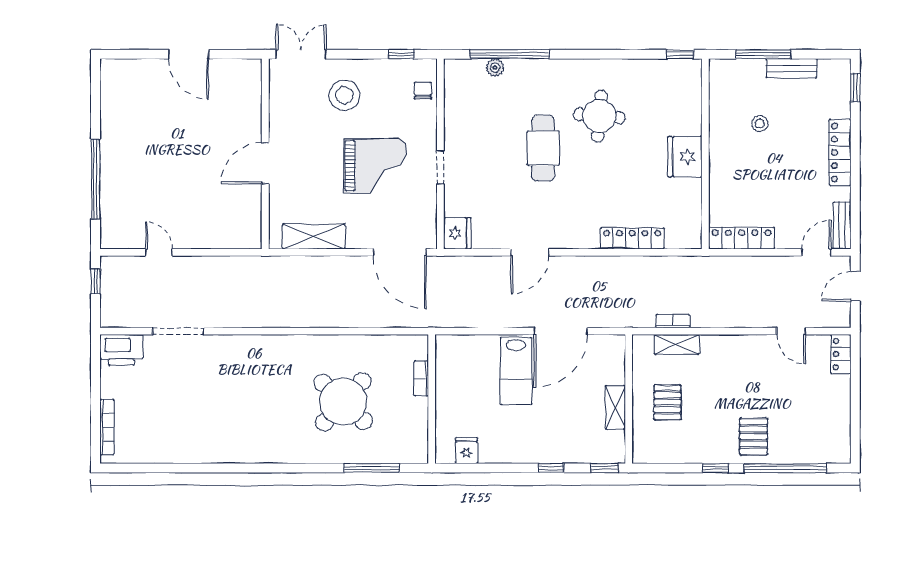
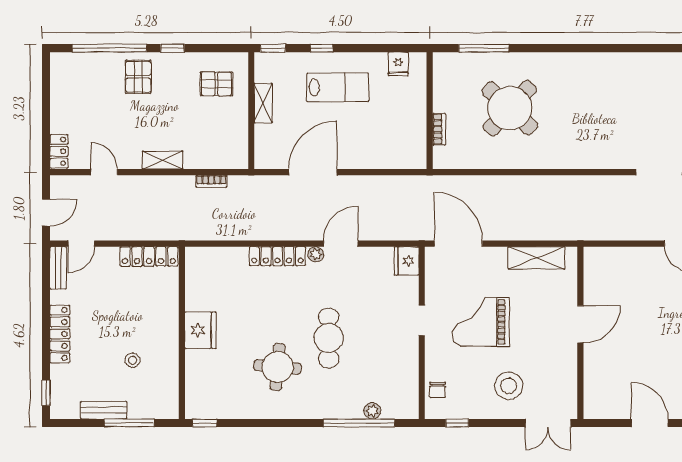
locker: (632, 238) -> (277, 256), moved
plant: (557, 240) -> (316, 254), added
shelving: (677, 344) -> (162, 160), moved
lab bench: (516, 371) -> (338, 87), moved, turned 90
pallet: (667, 402) -> (216, 84), moved, turned 90

